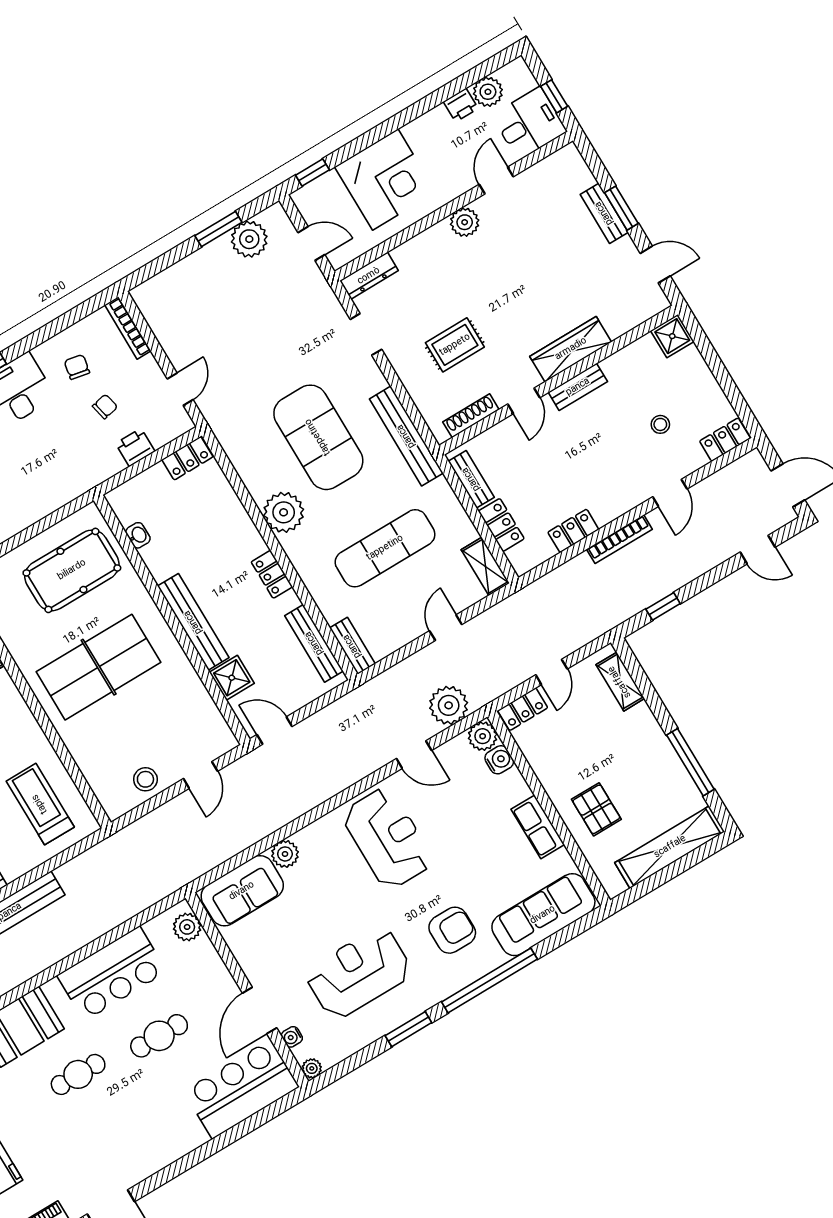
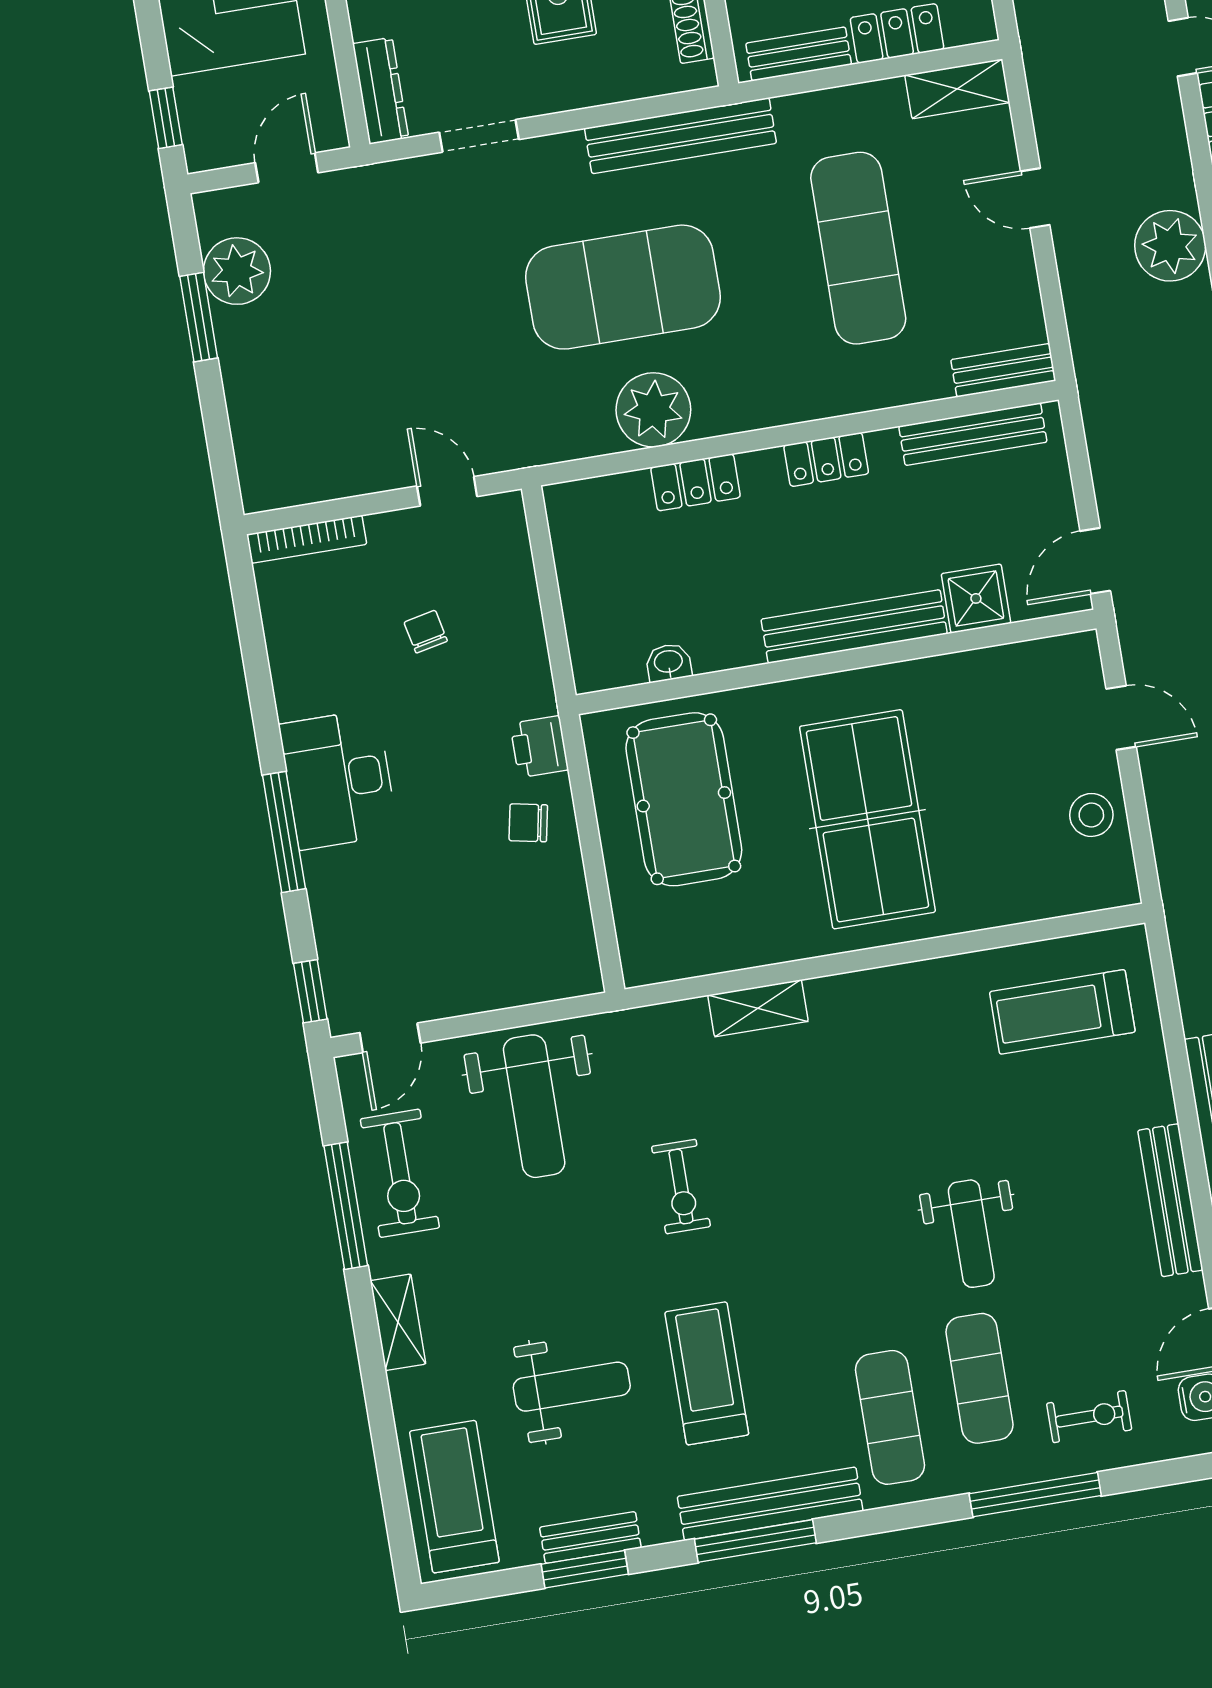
chair: (77, 367) -> (528, 823), moved
printer: (135, 447) -> (539, 747), moved
locker: (187, 458) -> (696, 482), moved, turned 90
plant: (284, 512) -> (653, 410), moved

